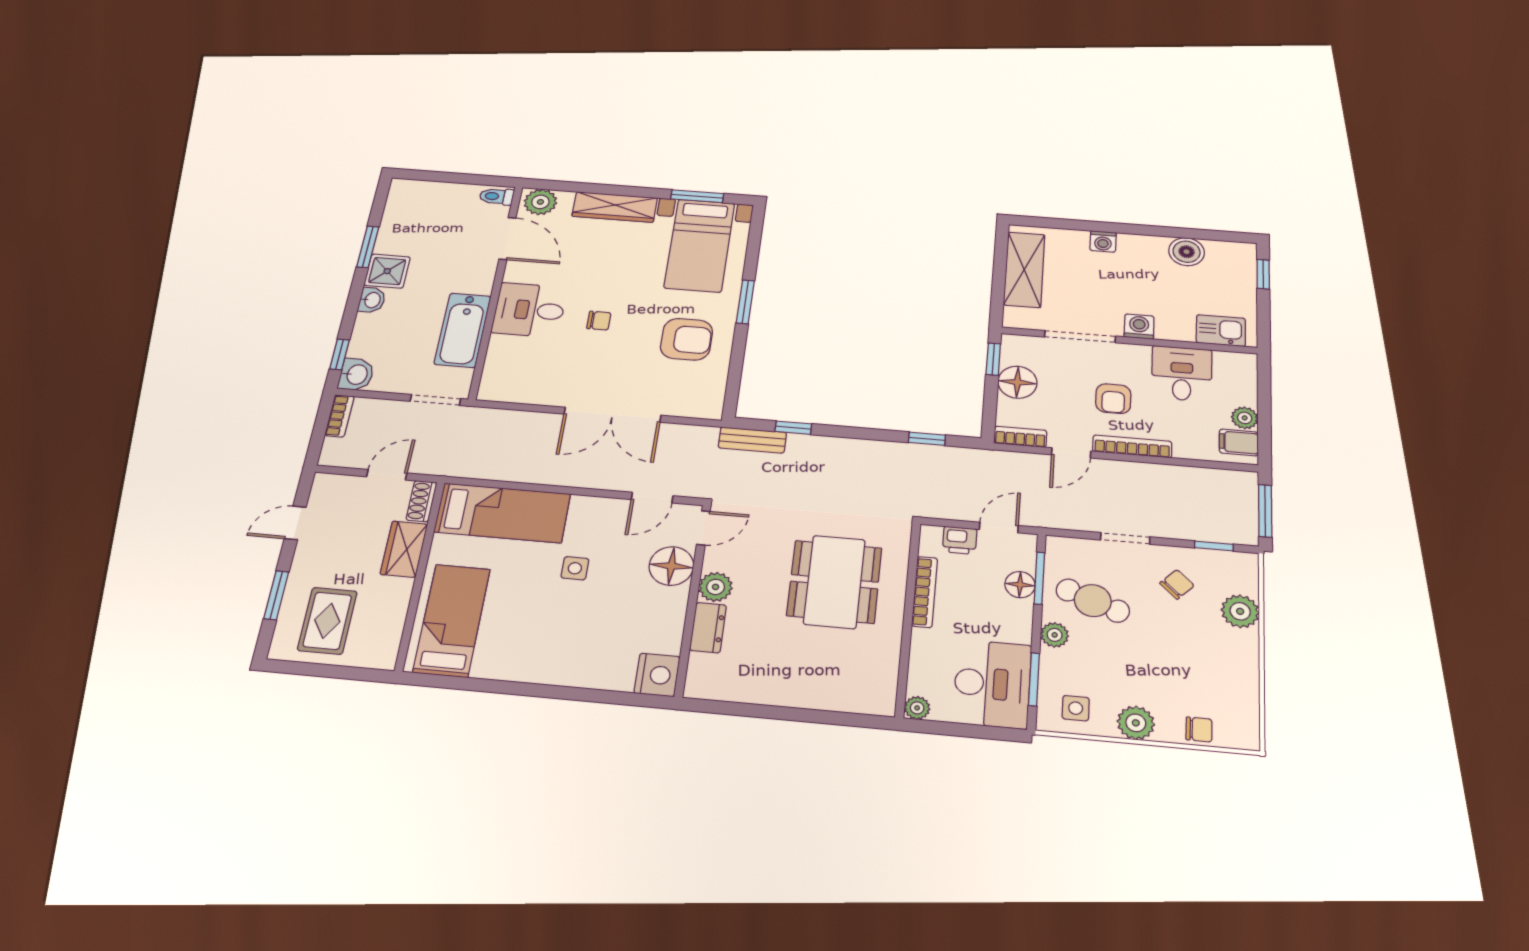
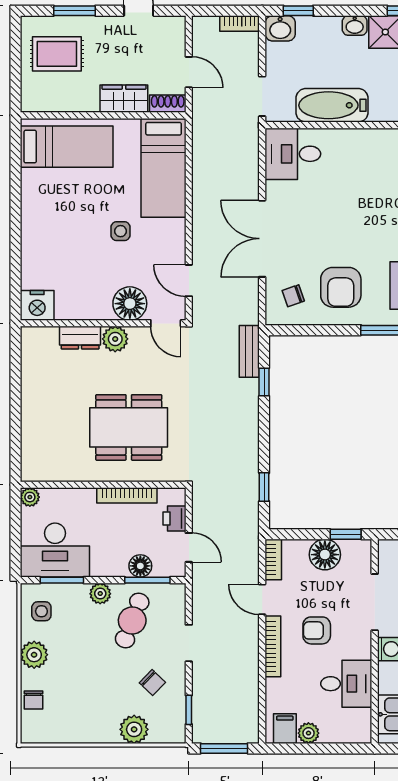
desk: (529, 310) -> (293, 154), moved, turned -90
chair: (599, 321) -> (293, 296), moved, turned 71

